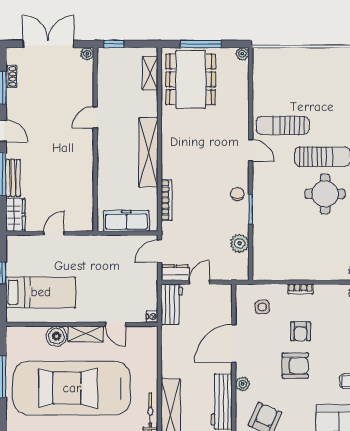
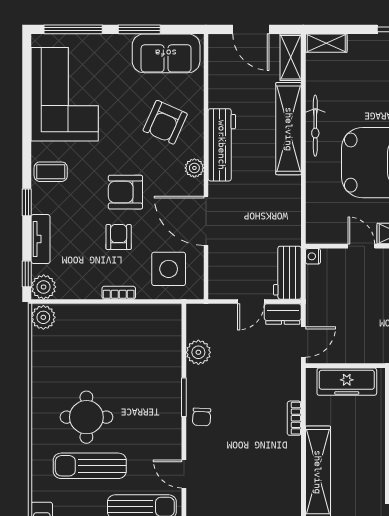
bookcase: (166, 200) -> (294, 418), width x0.64
side table: (262, 307) -> (169, 269), width x1.87, depth x1.87
door: (234, 344) -> (206, 221), swing flipped

